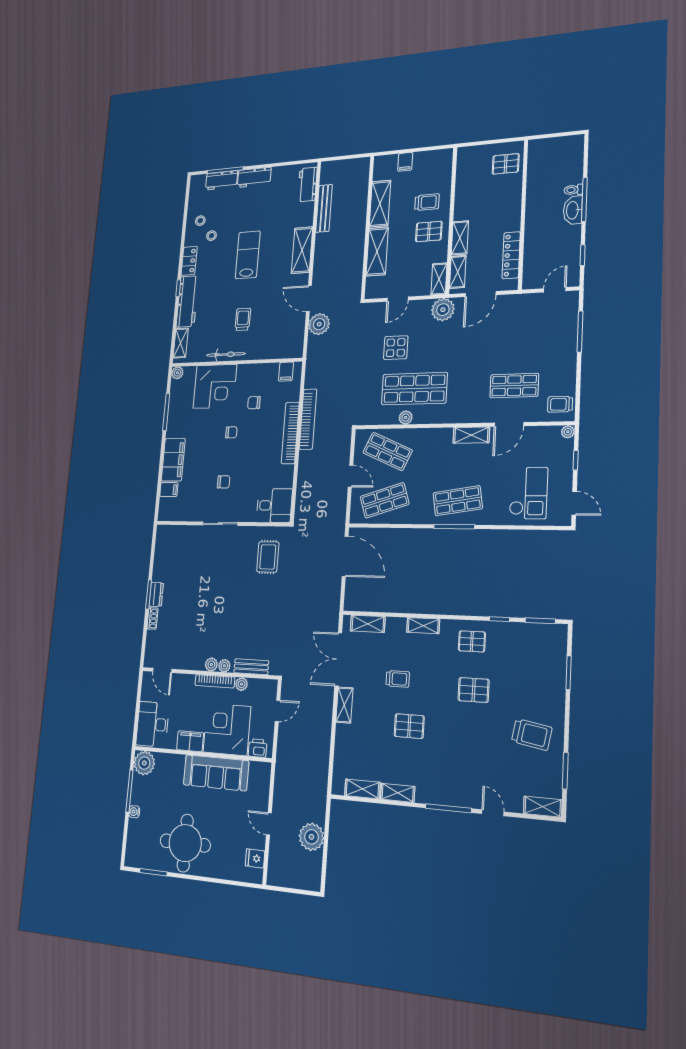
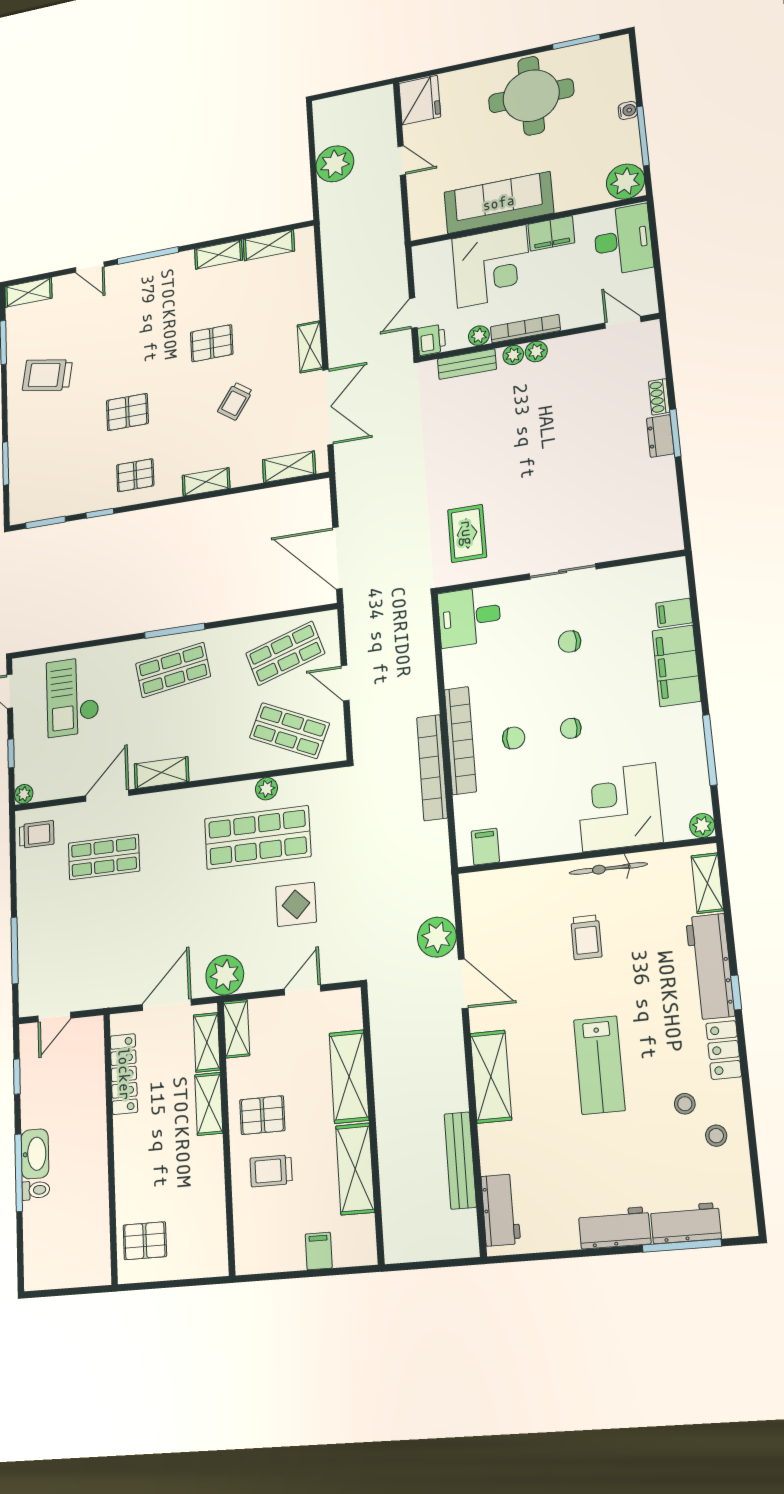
chair: (254, 403) -> (514, 738), moved
trolley: (398, 679) -> (235, 401), turned -55
printer: (258, 748) -> (431, 340), moved, turned -90
fridge: (255, 858) -> (420, 100), width x1.88, depth x1.34

